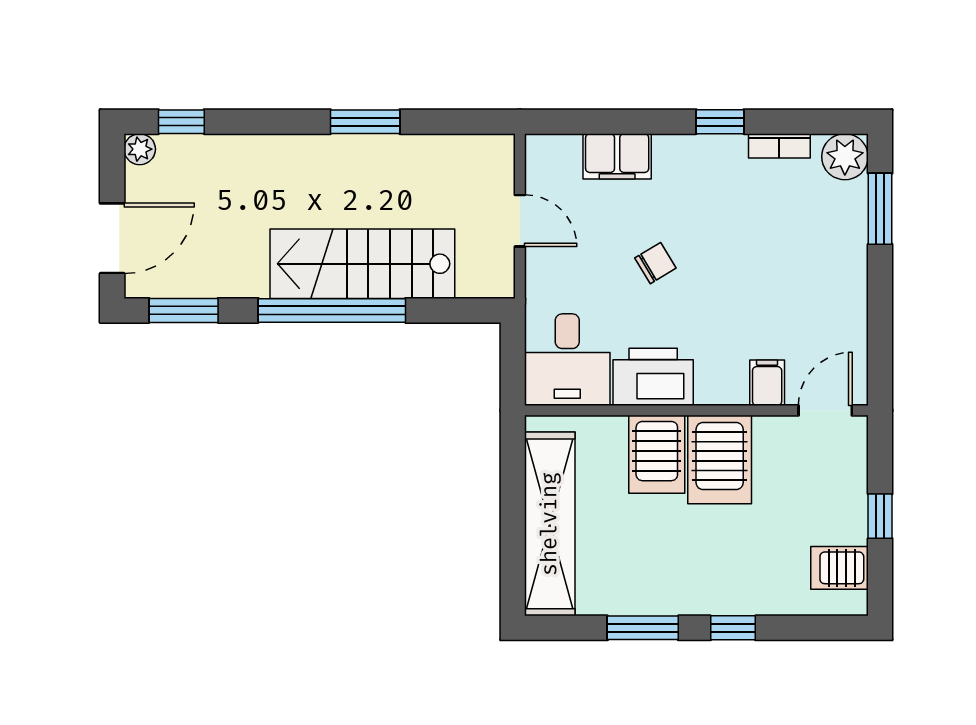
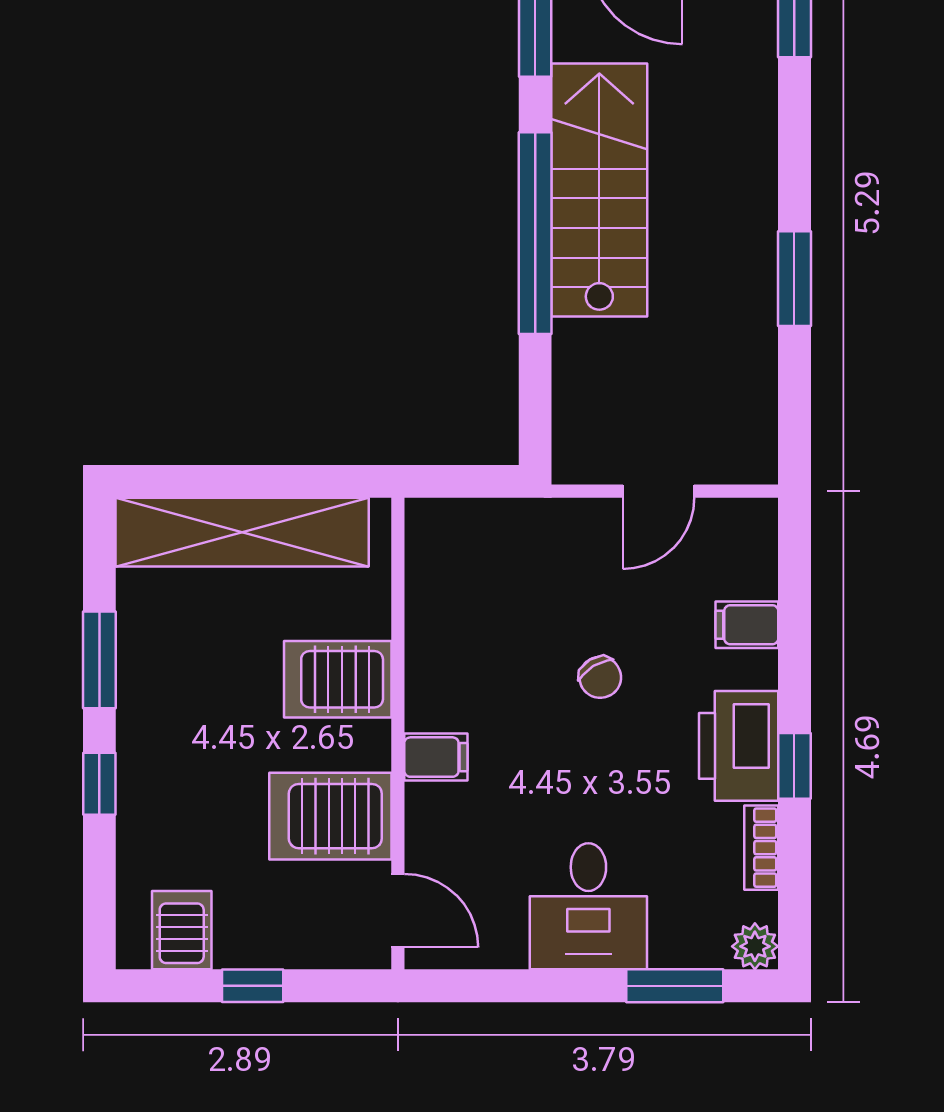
filing cabinet: (617, 156) -> (747, 625), width x0.50
plant: (845, 157) -> (755, 946), width x0.73, depth x0.73
stairs: (362, 264) -> (599, 190), moved
desk: (567, 360) -> (588, 906), moved, turned -90
printer: (653, 377) -> (739, 746), moved, turned 180
filing cabinet: (767, 383) -> (436, 757), moved
server rack: (720, 460) -> (330, 816), moved

